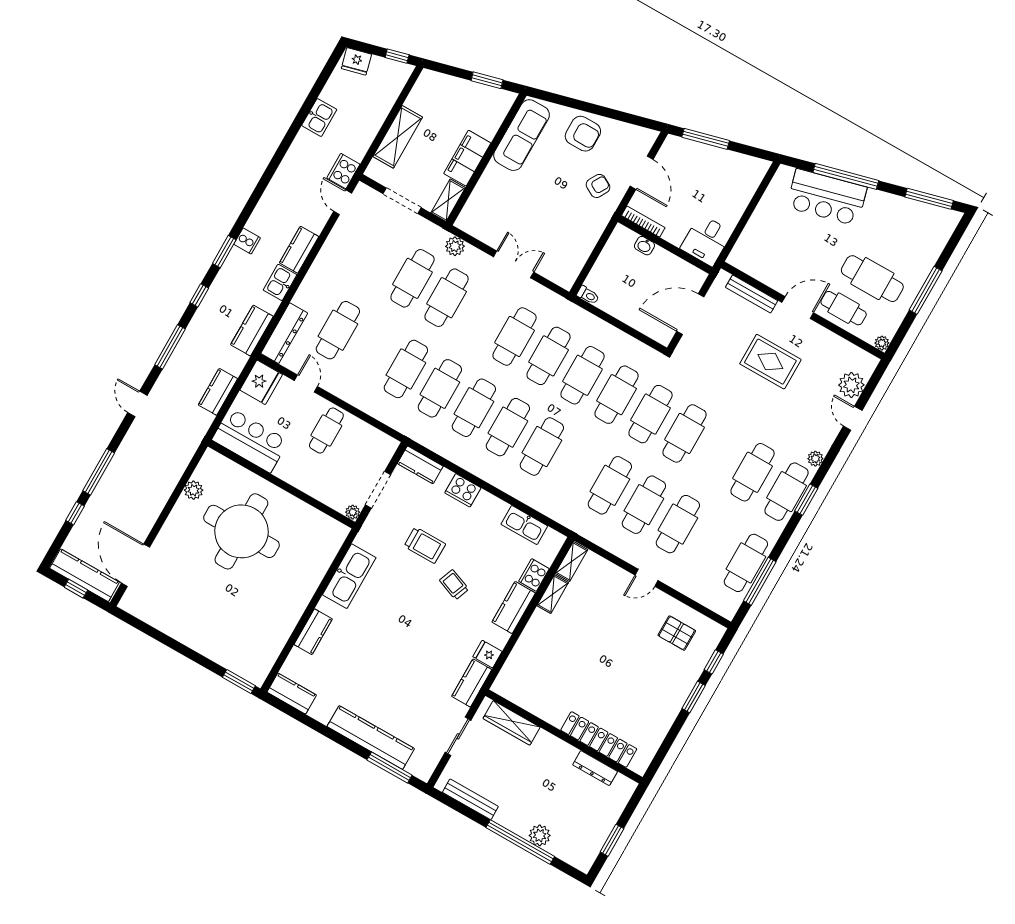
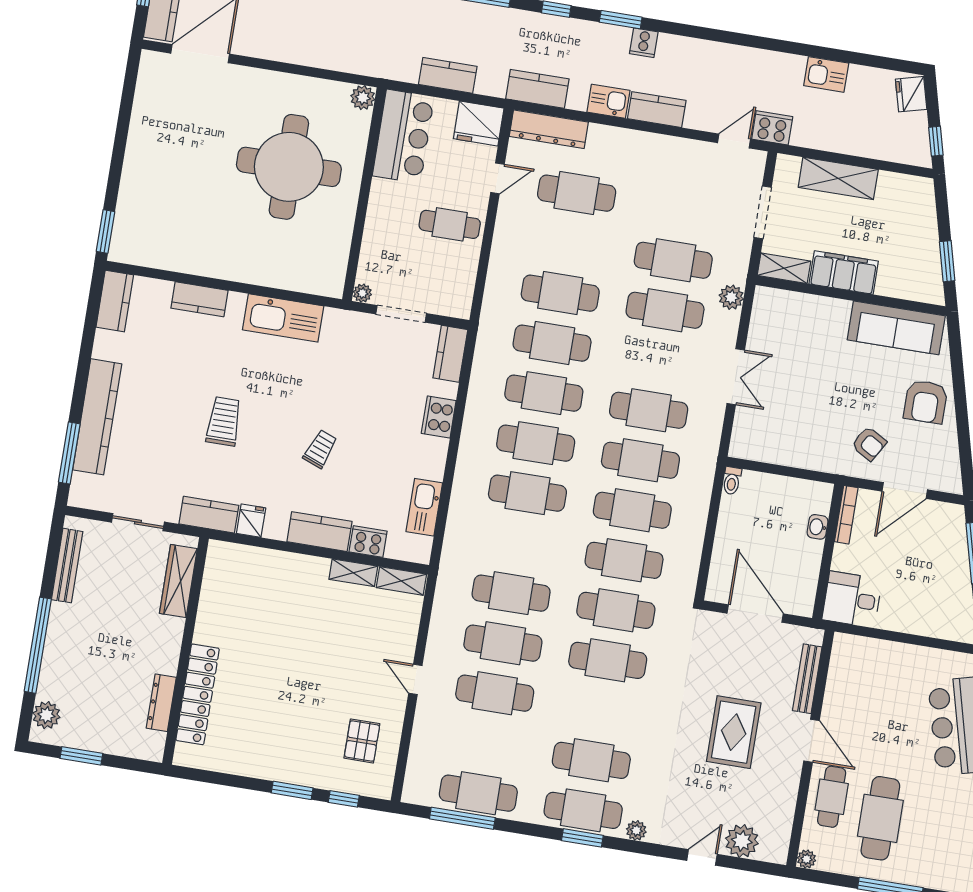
plant: (194, 490) -> (363, 98), moved
trolley: (425, 545) -> (224, 421), moved, turned 180
plant: (540, 835) -> (46, 715), moved

